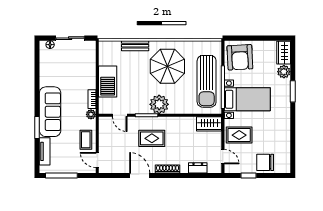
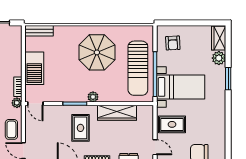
bench: (135, 46) -> (39, 31), moved
armchair: (240, 57) -> (173, 43), width x0.53, depth x0.53
plant: (159, 104) -> (93, 97), width x0.53, depth x0.53
door: (120, 115) -> (35, 104), moved
wardrobe: (209, 124) -> (117, 113), moved, width x1.50
rug: (152, 138) -> (80, 128), turned 90

